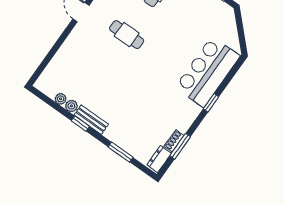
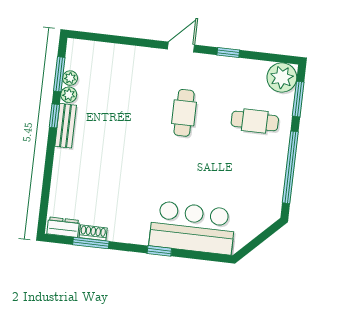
window: (121, 152) -> (59, 74), moved

